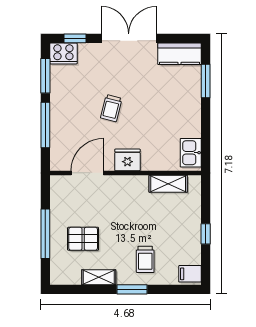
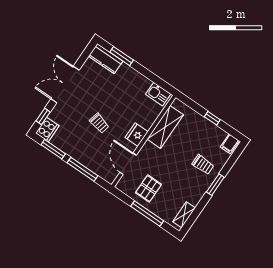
kitchen counter: (179, 54) -> (106, 59), moved, turned 90
shelving: (168, 184) -> (165, 127), width x1.50, depth x1.33
pallet: (83, 239) -> (148, 189), moved
shelving: (99, 277) -> (184, 215), moved

